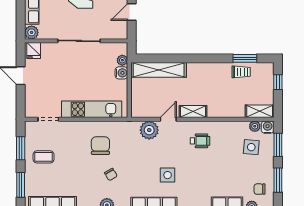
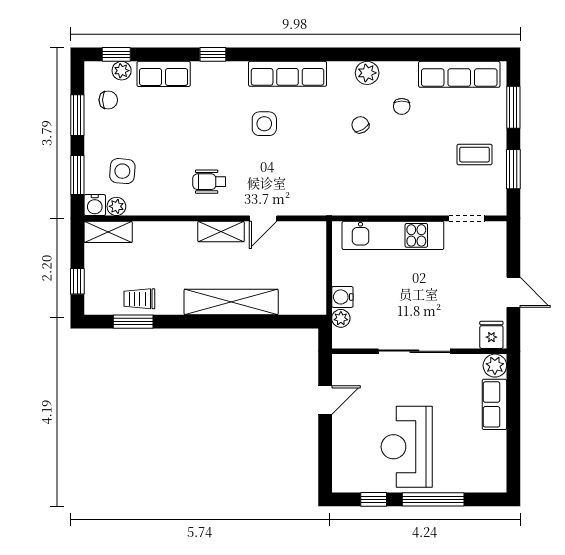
shelving: (159, 70) -> (231, 302), moved
plant: (149, 130) -> (295, 200), removed
chair: (100, 146) -> (402, 106), moved, width x0.54, depth x0.54

